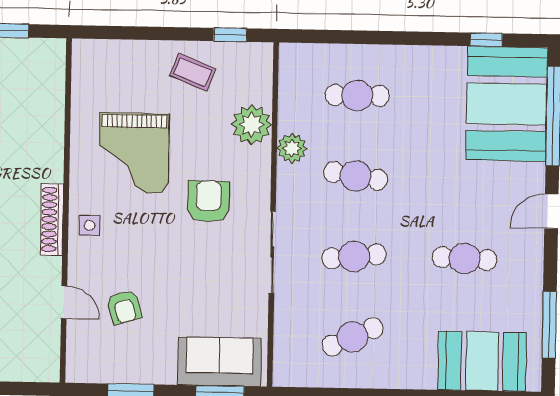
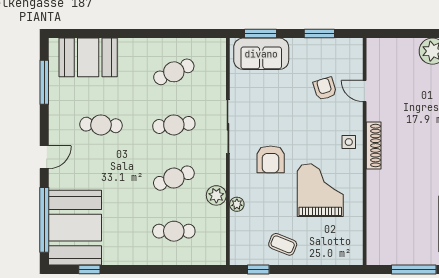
plant: (252, 125) -> (237, 204), width x0.53, depth x0.53
cafe table: (356, 176) -> (174, 178), turned -30

